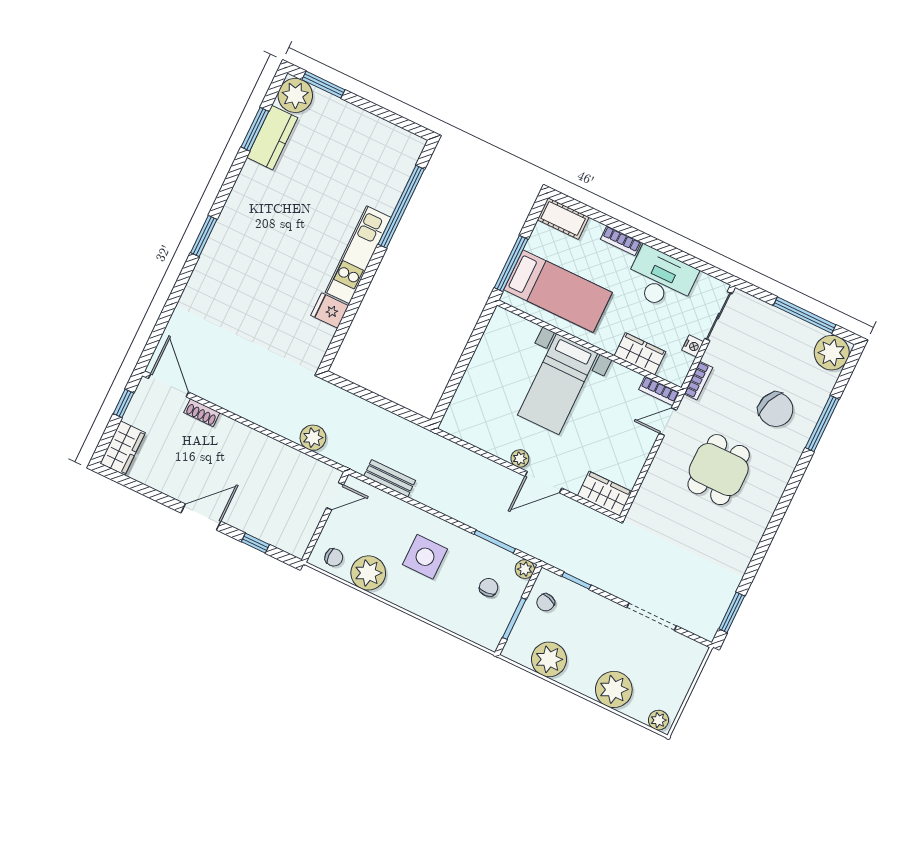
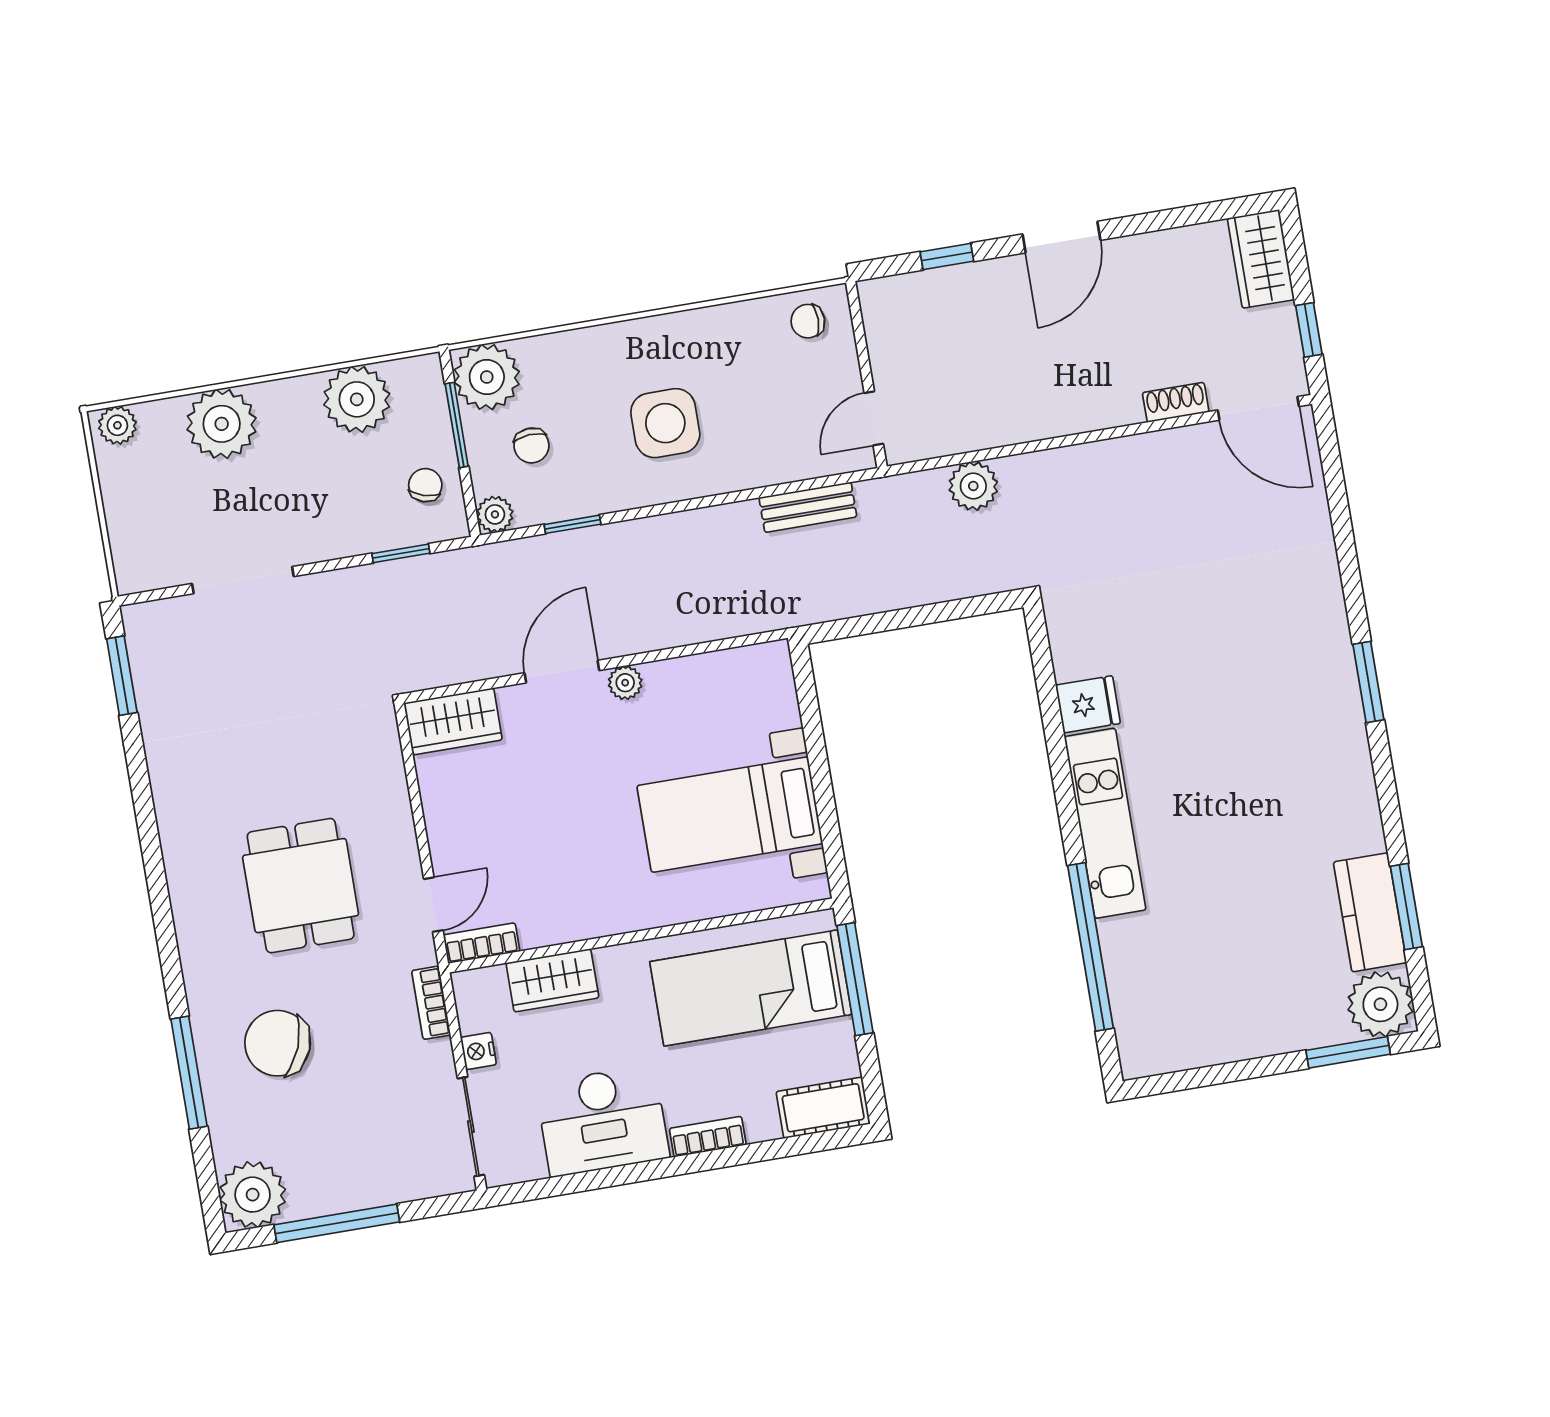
bed with nightstands: (558, 384) -> (730, 815), moved, turned -90
window: (495, 542) -> (573, 524), width x0.67
plant: (368, 573) -> (487, 377), moved

